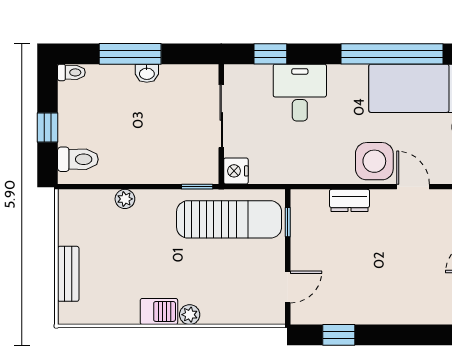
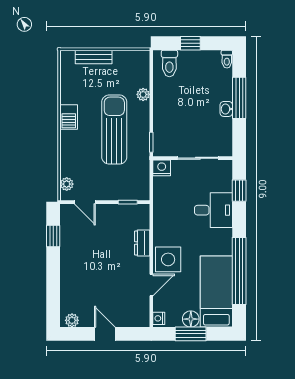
sun lounger: (229, 219) -> (114, 130), moved, turned 180
plant: (190, 315) -> (67, 184), moved

